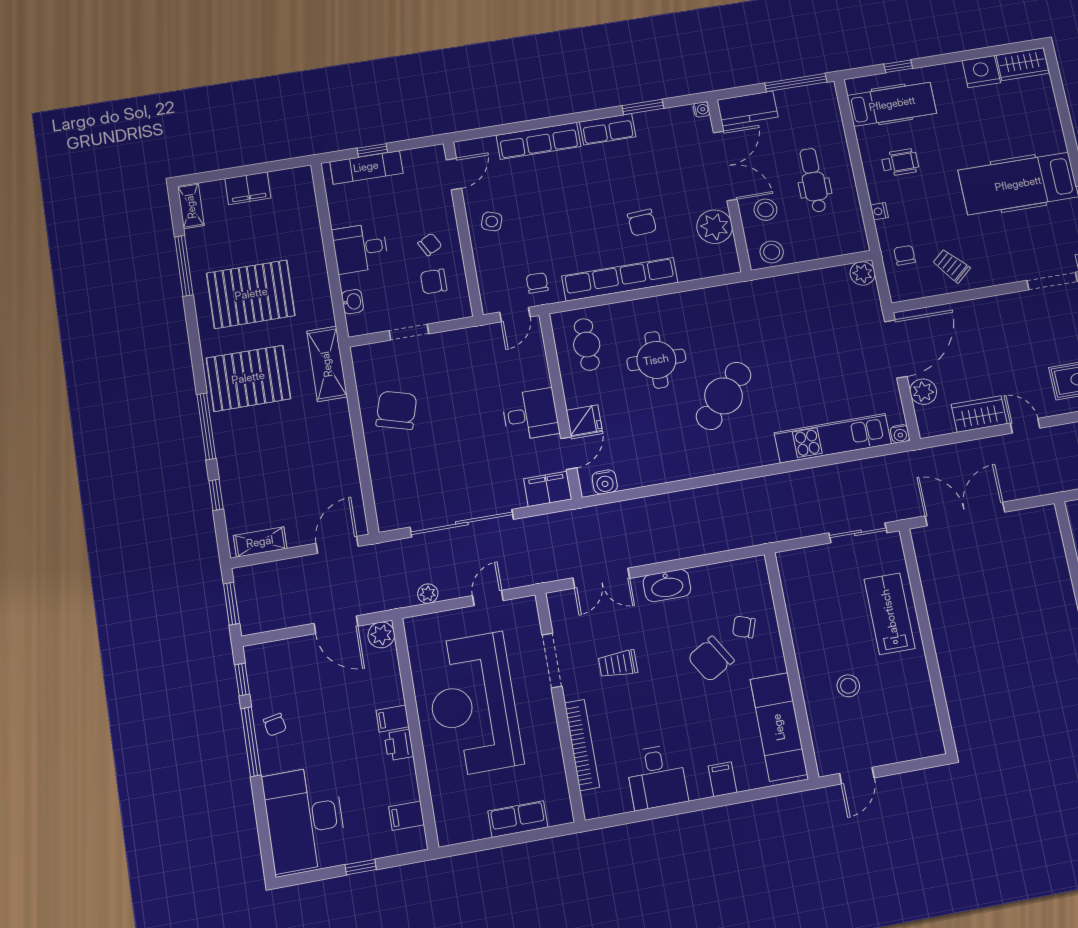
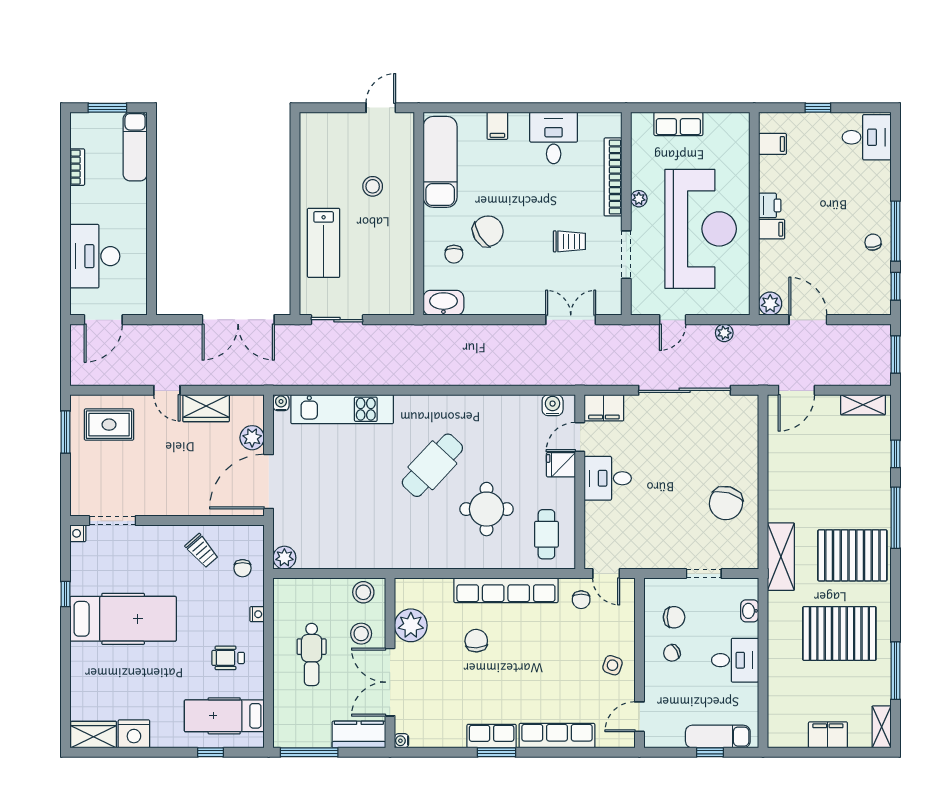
window: (643, 107) -> (497, 752), moved
door: (515, 315) -> (606, 573), swing flipped
washbasin: (667, 585) -> (443, 303), moved
chair: (744, 627) -> (454, 254), turned 71
plant: (548, 726) -> (639, 199), added
desk: (305, 819) -> (867, 137), width x0.53, depth x0.77

